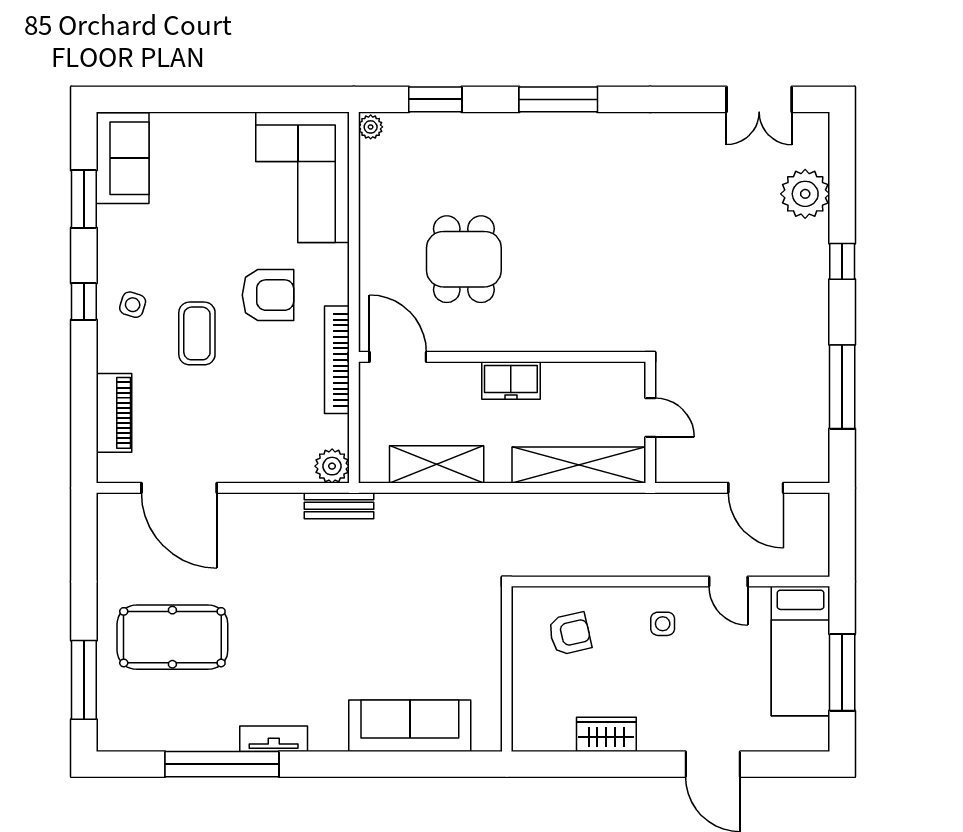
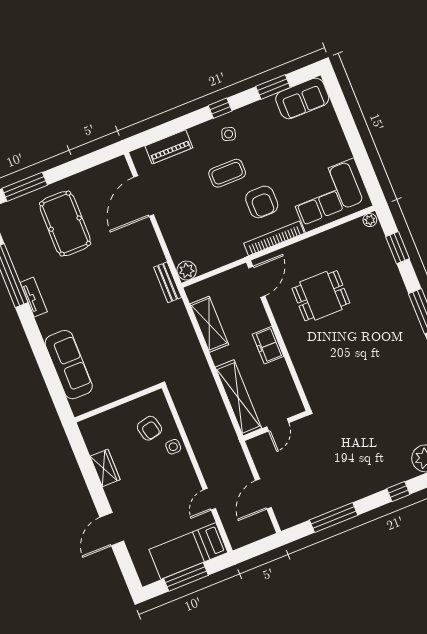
bookcase: (337, 360) -> (274, 238), moved
side table: (663, 624) -> (173, 447), moved

